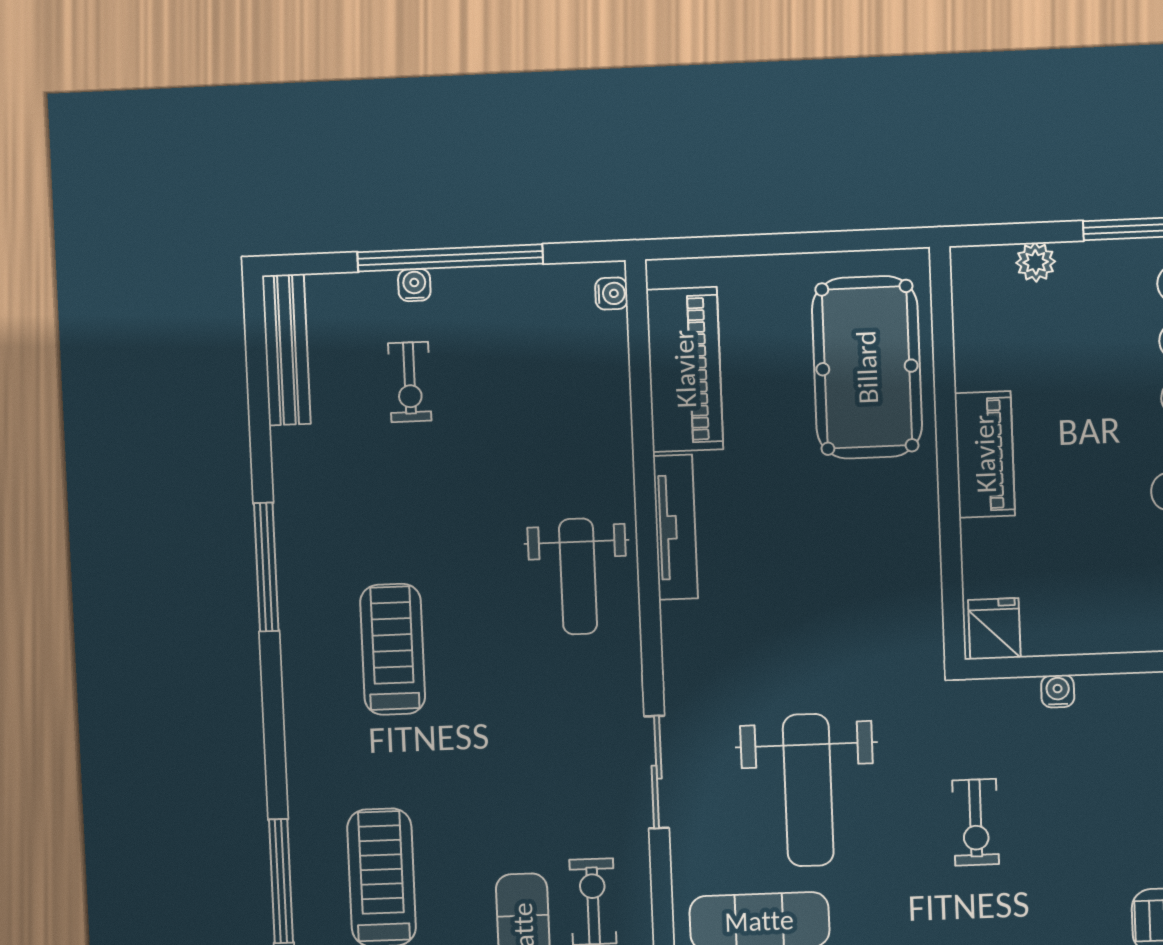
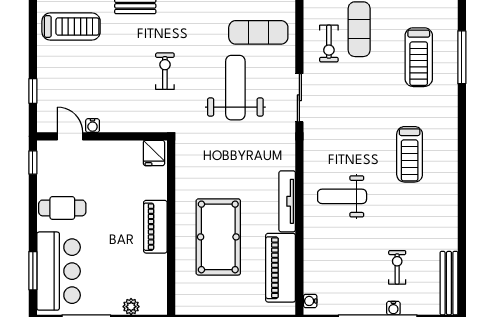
pool table: (867, 367) -> (218, 237), moved
window: (266, 567) -> (462, 191), removed
weight bench: (578, 576) -> (342, 196), moved, turned -90
water cooler: (1058, 691) -> (93, 126), moved

